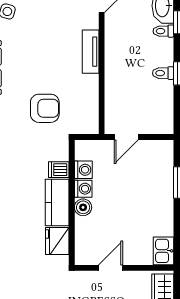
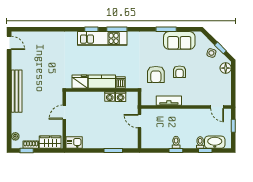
tv unit: (91, 52) -> (169, 101), moved
armchair: (40, 67) -> (180, 72), added
boiler: (83, 207) -> (99, 96), removed
door: (111, 268) -> (64, 112), swing flipped

